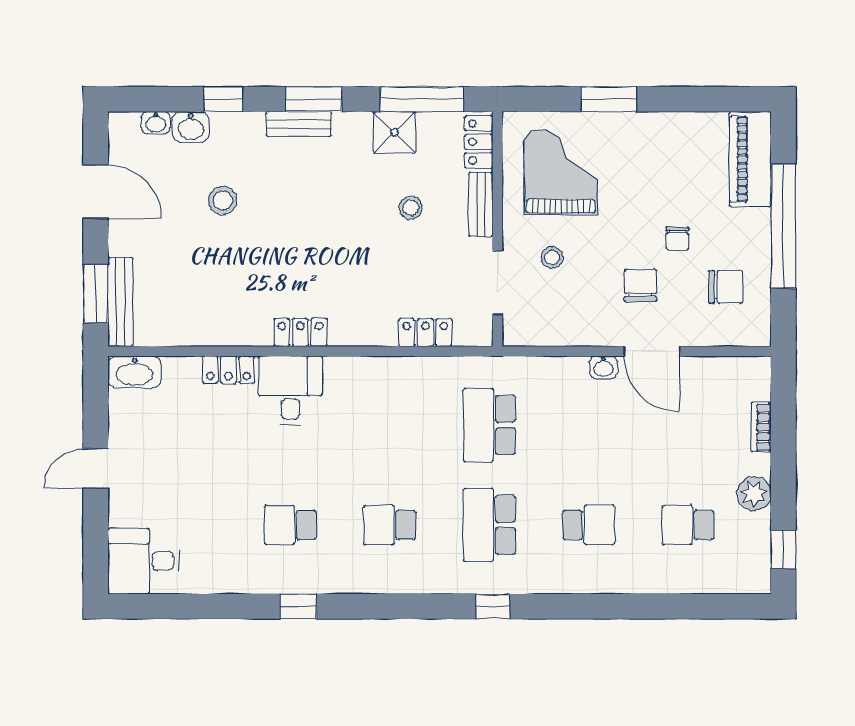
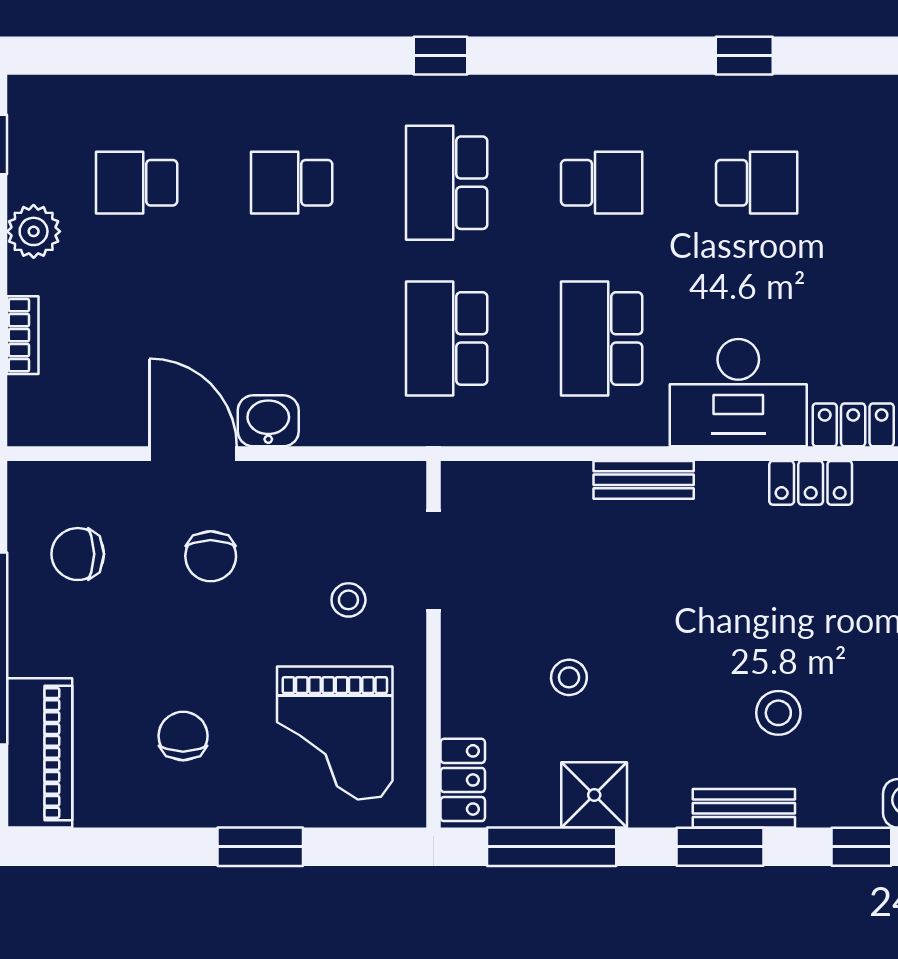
stool: (223, 200) -> (778, 713), moved
bench: (481, 204) -> (644, 480), moved, turned 90
chair: (677, 238) -> (183, 736), moved, width x1.37, depth x1.37
locker: (300, 332) -> (811, 483), moved
locker: (425, 332) -> (546, 483), removed
washbasin: (604, 367) -> (268, 421), width x1.38, depth x1.45
desk: (290, 390) -> (738, 393), width x1.37
school desk: (390, 425) -> (602, 338), added
school desk: (489, 425) -> (447, 338), turned 180
school desk: (489, 525) -> (447, 183), turned 180
school desk: (688, 525) -> (137, 183), turned 180

